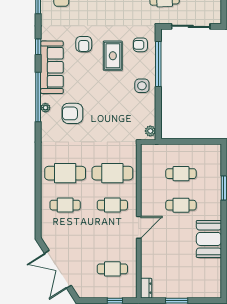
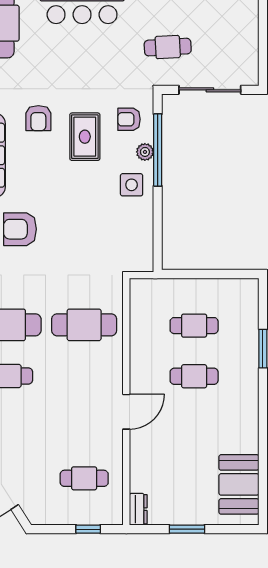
plant: (150, 131) -> (145, 152), moved
cafe table: (112, 205) -> (84, 376), removed
booth: (209, 239) -> (239, 484), moved

